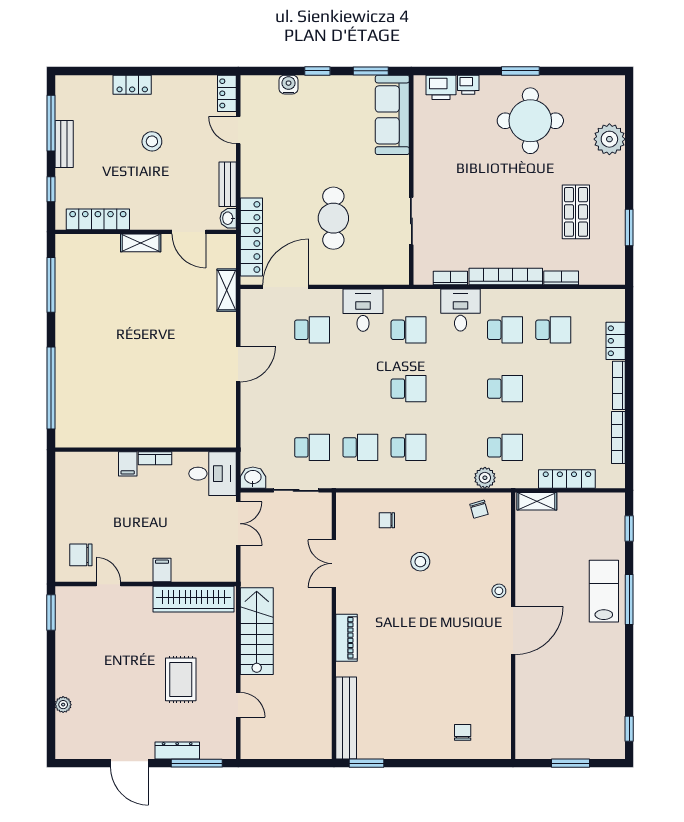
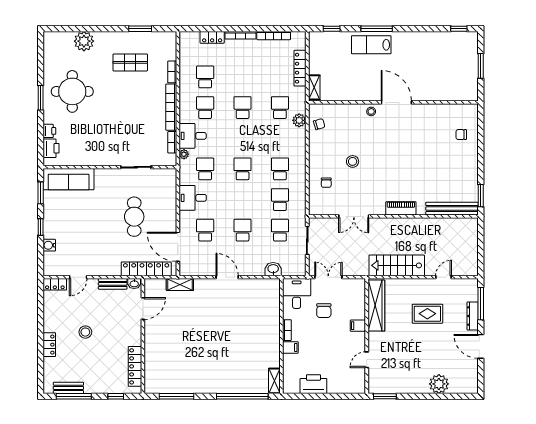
bench: (64, 144) -> (68, 388), moved
cafe table: (333, 218) -> (134, 217), turned 90
shelving: (141, 243) -> (274, 381), moved
plant: (432, 296) -> (184, 154), added
school desk: (312, 389) -> (243, 230), added
washbasin: (253, 478) -> (273, 269), moved, turned 90
printer: (70, 500) -> (313, 384), added
chair: (81, 555) -> (324, 311), moved
plant: (63, 705) -> (439, 384), width x1.88, depth x1.88
door: (129, 763) -> (481, 346), swing flipped

